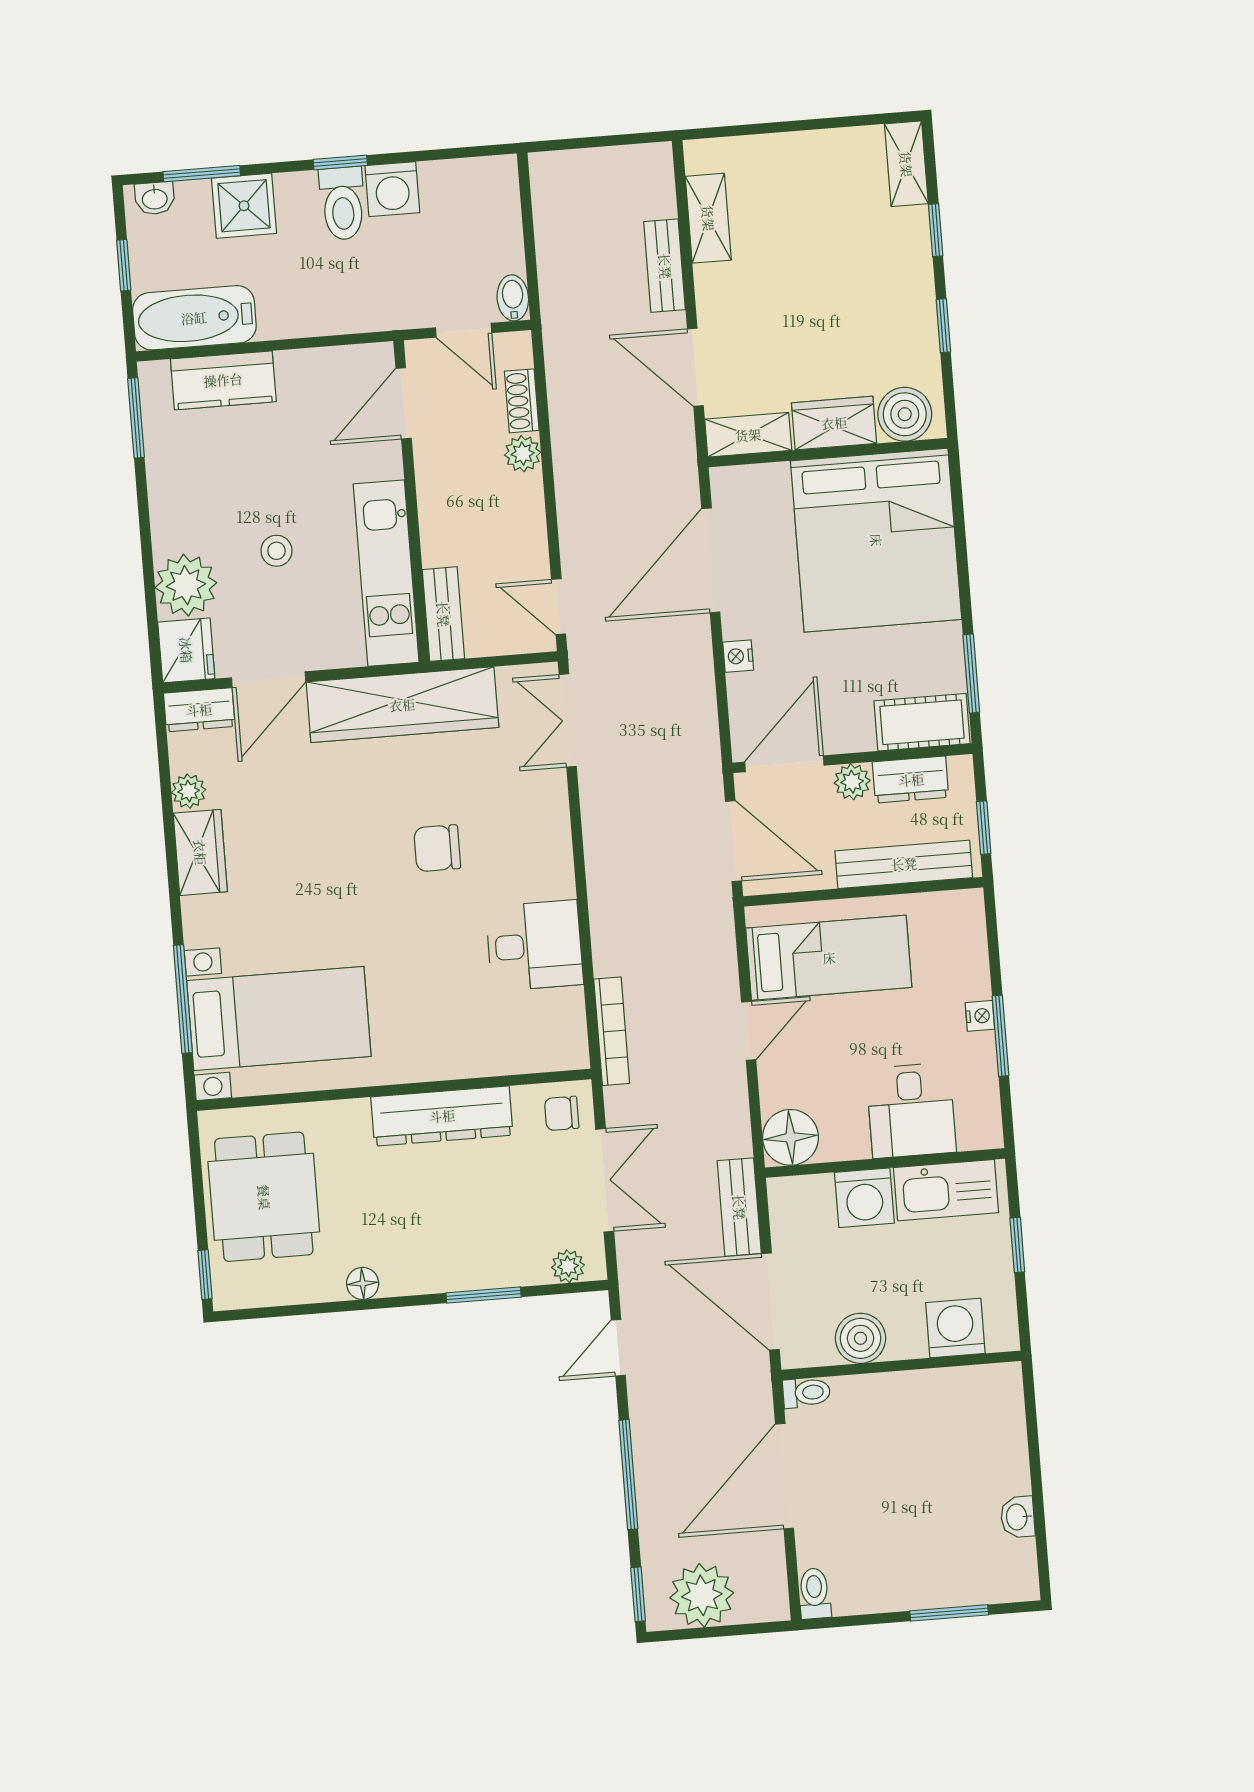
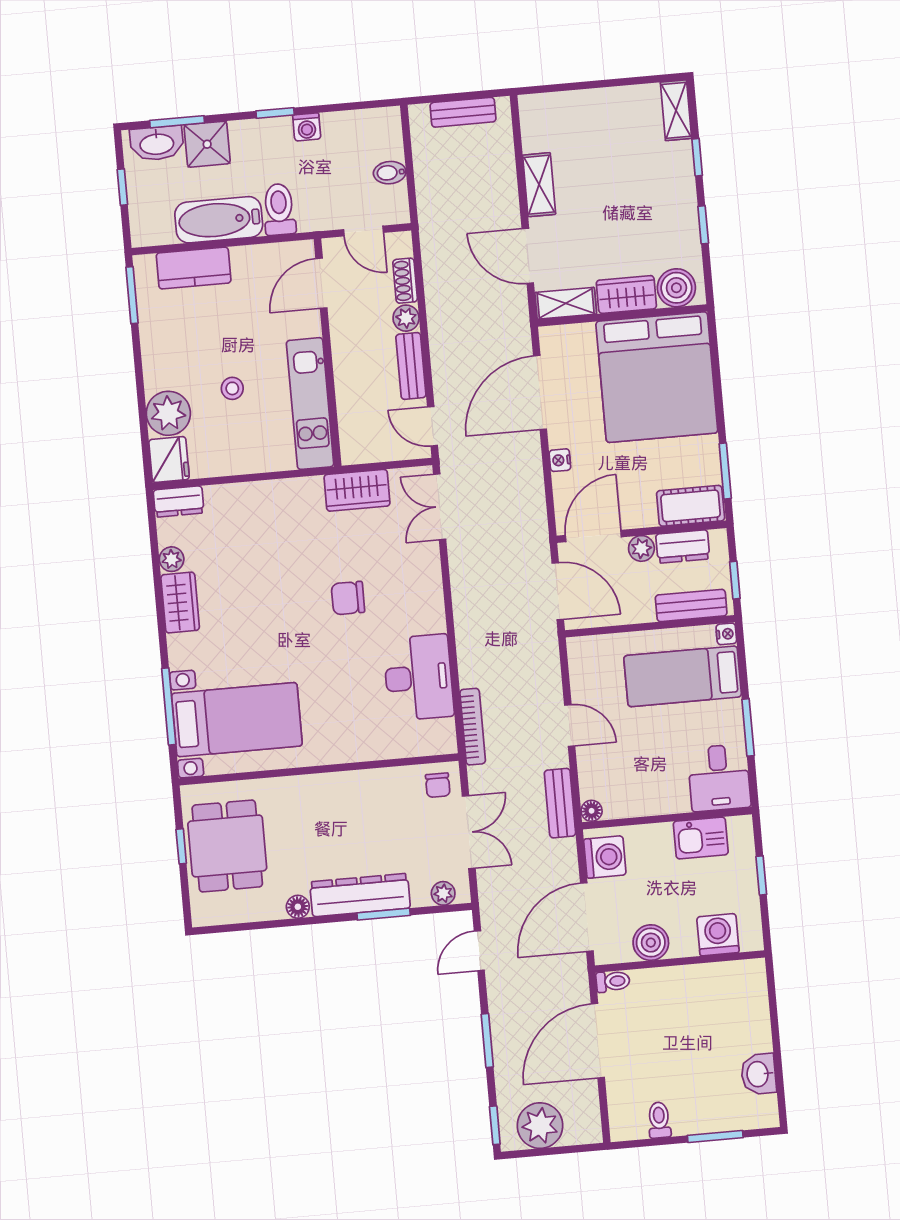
washing machine: (392, 189) -> (307, 127), width x0.73, depth x0.73
washbasin: (155, 198) -> (157, 143), width x1.91, depth x1.45
toilet: (343, 203) -> (279, 209), moved, turned 180
shelving: (708, 218) -> (539, 185), moved
bench: (665, 266) -> (463, 112), moved, turned 90
bidet: (513, 298) -> (390, 173), moved, turned -90
bathtub: (194, 318) -> (219, 220), moved
bench: (443, 614) -> (411, 366), moved
door: (269, 680) -> (228, 480), removed
wardrobe: (402, 705) -> (357, 490), width x0.48, depth x0.85
bench: (904, 864) -> (691, 605), width x0.73
desk: (534, 945) -> (418, 678), width x1.37
bed: (829, 958) -> (683, 676), moved, turned 180
nightstand: (980, 1016) -> (726, 634), moved
door: (749, 1031) -> (570, 726), hinge flipped
desk: (911, 1110) -> (719, 778), moved
chair: (562, 1113) -> (438, 785), turned -90
dresser: (442, 1116) -> (360, 895), moved, turned 180
floor lamp: (791, 1137) -> (592, 811), width x0.53, depth x0.53
kitchen sink: (946, 1190) -> (701, 838), width x0.73
washing machine: (864, 1198) -> (605, 857), moved, turned -90
bench: (739, 1207) -> (560, 803), moved
window: (205, 1275) -> (181, 846), moved
door: (770, 1301) -> (587, 917), hinge flipped
window: (628, 1475) -> (487, 1040), width x0.69
washbasin: (1018, 1517) -> (759, 1074), width x1.38, depth x1.45
toilet: (815, 1593) -> (659, 1120), moved

